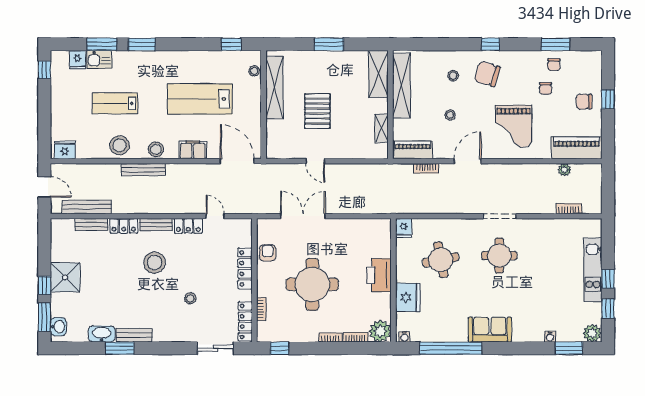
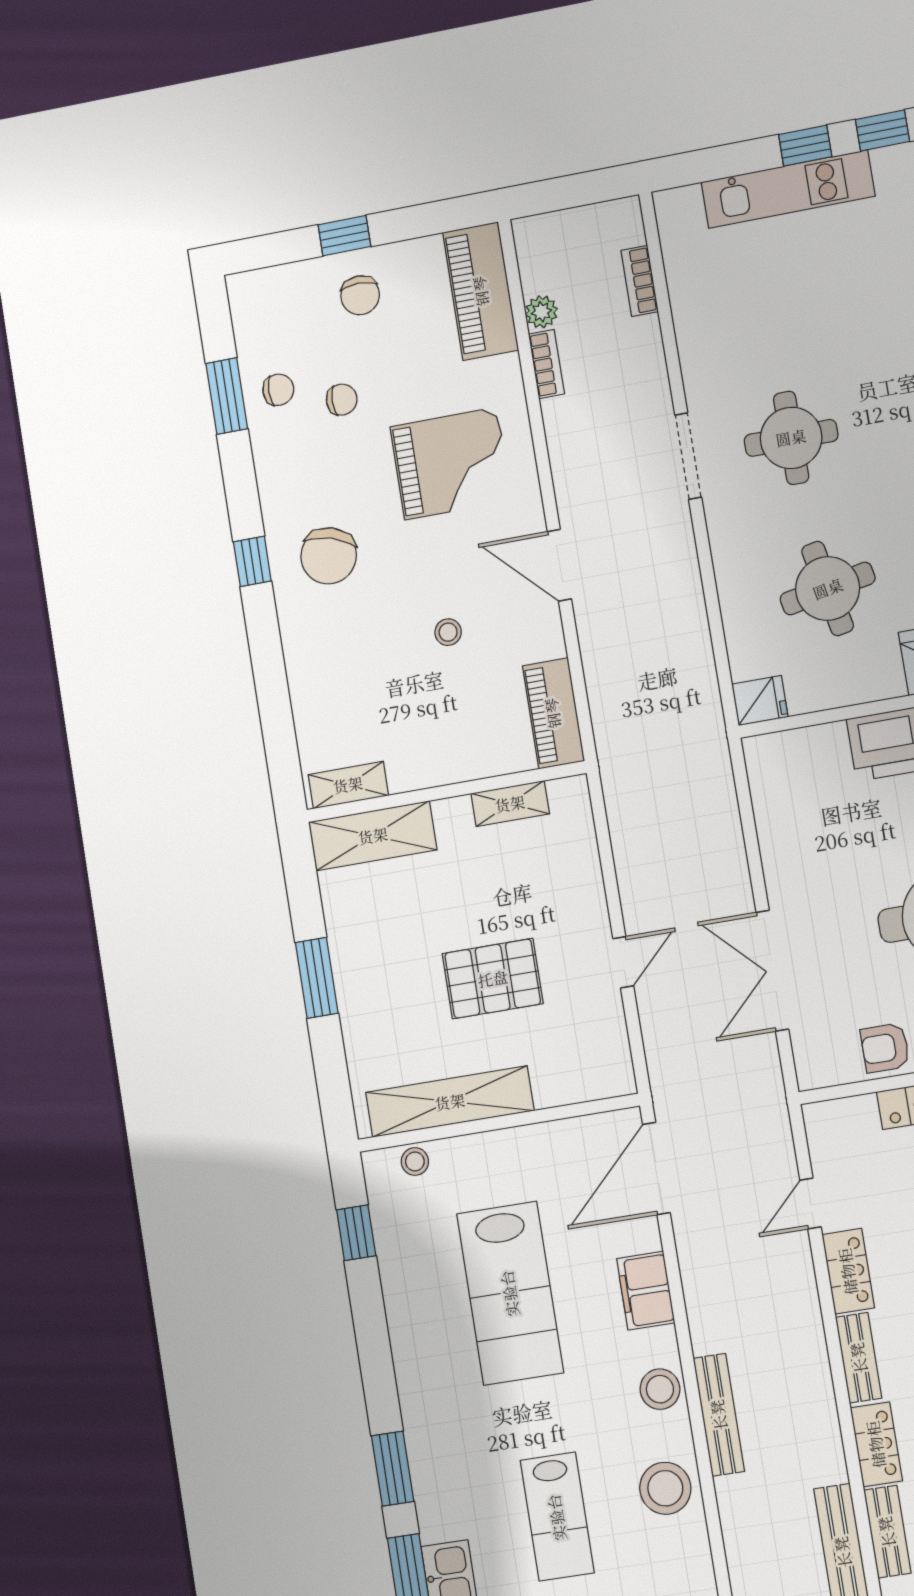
stool: (453, 76) -> (346, 642), removed
shelving: (401, 86) -> (348, 785), width x0.45, depth x0.75
bookcase: (426, 168) -> (546, 364), moved

